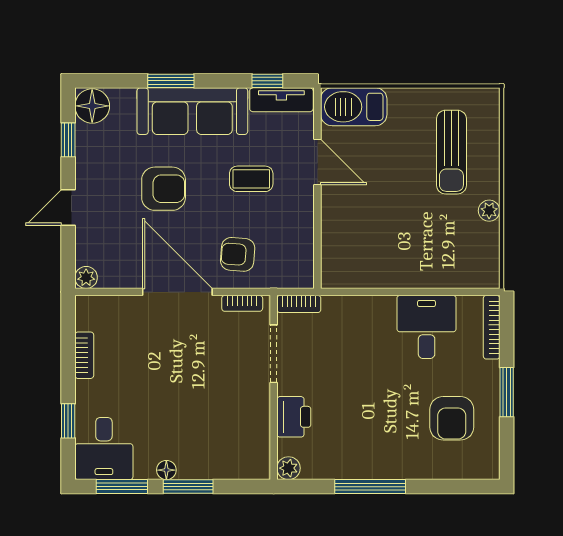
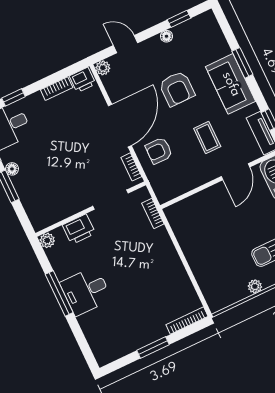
floor lamp: (92, 106) -> (166, 36), moved, width x0.53, depth x0.53
sofa: (192, 111) -> (231, 84), width x0.73
door: (68, 207) -> (125, 44), moved
armchair: (238, 254) -> (159, 151), turned -94
bookcase: (299, 304) -> (153, 213), moved
printer: (89, 314) -> (82, 80), added
desk: (427, 327) -> (86, 291), moved, turned 180
armchair: (452, 418) -> (122, 323), removed

